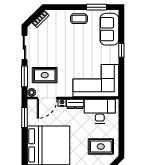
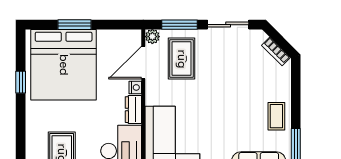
door: (47, 98) -> (143, 63), hinge flipped
window: (24, 118) -> (74, 25), moved

